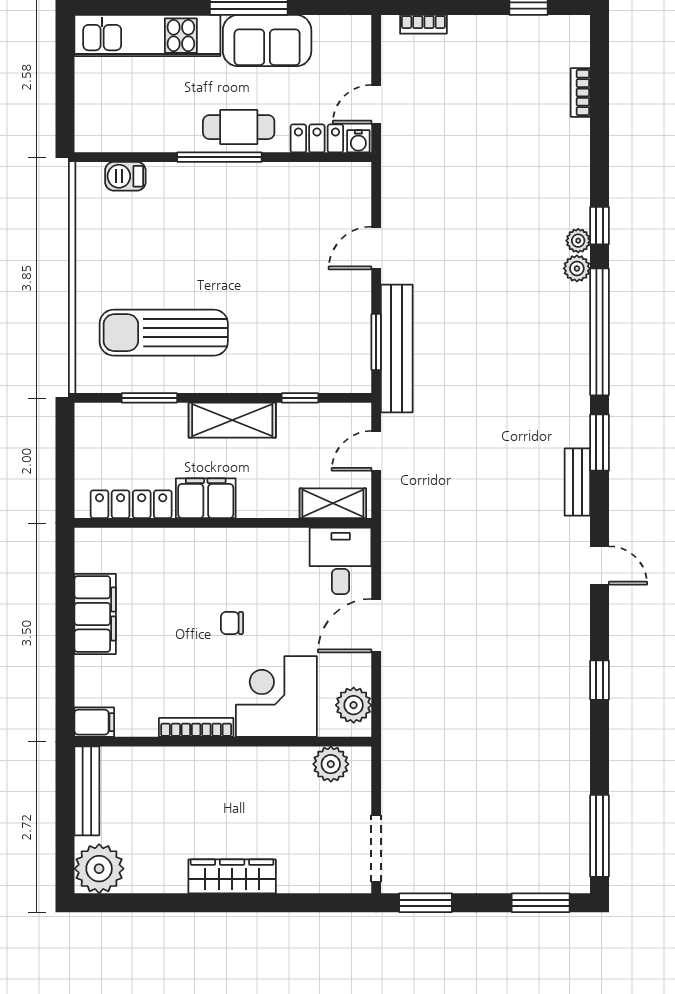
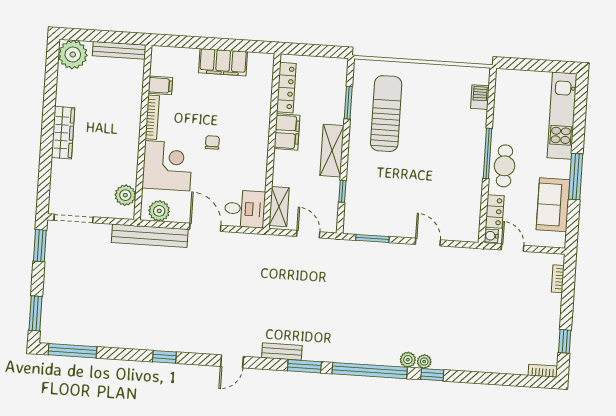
sofa: (267, 41) -> (553, 205), moved
bookcase: (580, 92) -> (543, 371), moved
bench: (397, 349) -> (150, 236), moved
filing cabinet: (94, 722) -> (160, 85), moved, turned -90

